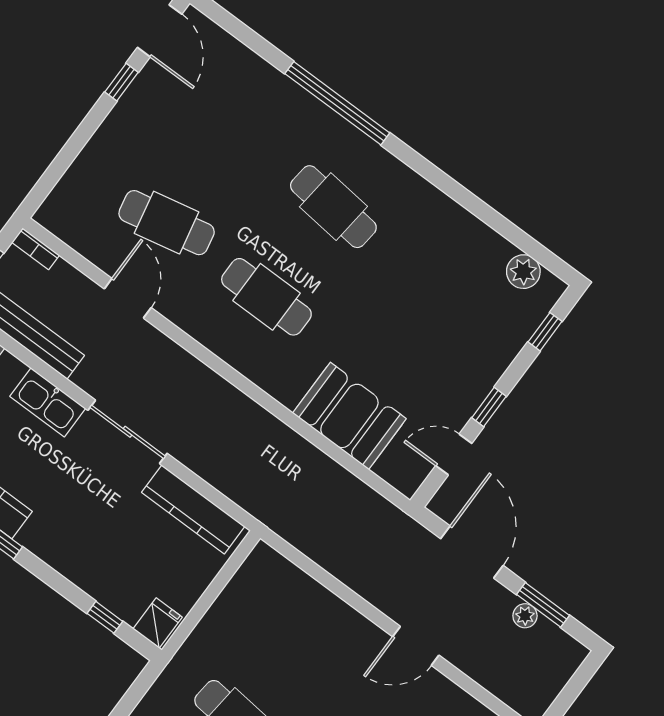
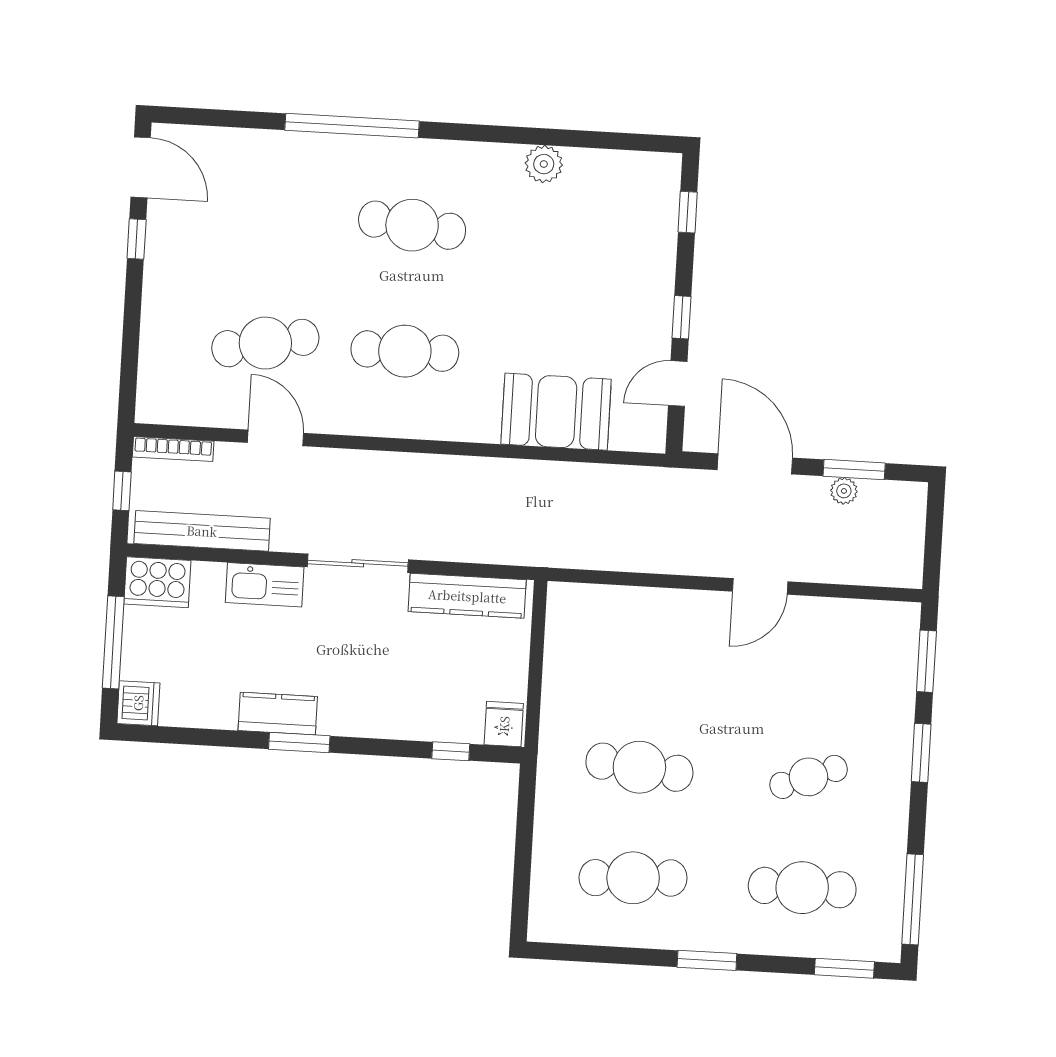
bookcase: (36, 249) -> (173, 449), width x1.56
plant: (523, 272) -> (544, 164), moved

